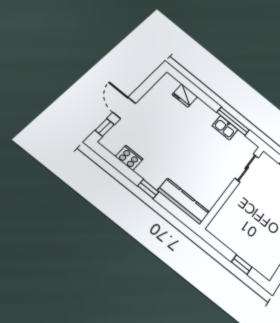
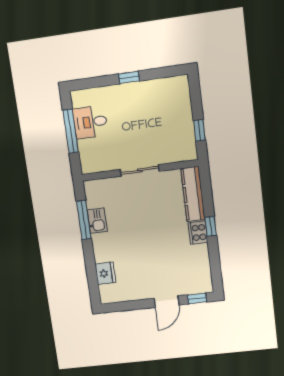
cooker: (129, 158) -> (198, 233), moved
sliding door: (247, 168) -> (140, 170), moved
window: (242, 265) -> (199, 130), moved

